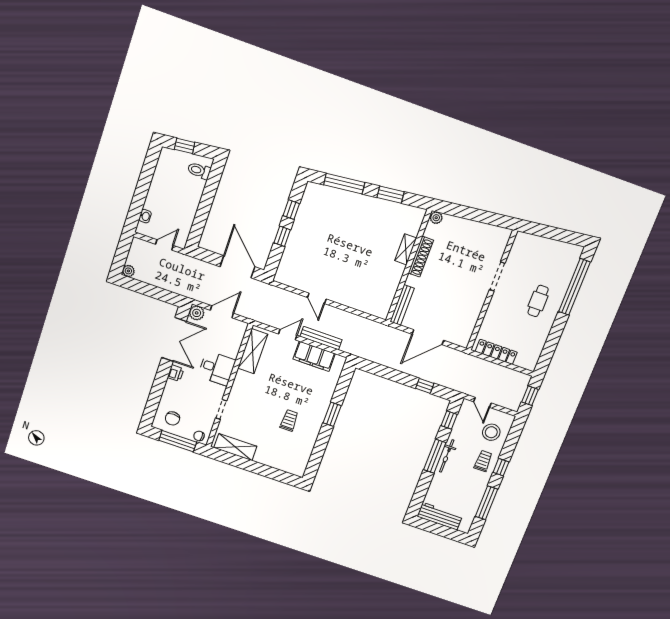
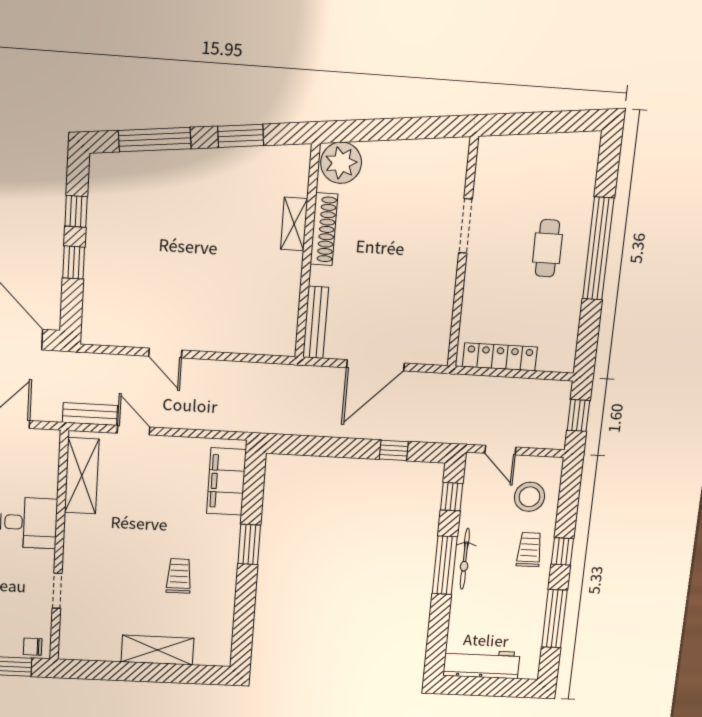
plant: (436, 218) -> (341, 163), width x1.87, depth x1.87
window: (574, 287) -> (598, 249), moved
door: (288, 335) -> (133, 430), hinge flipped
bench: (321, 338) -> (90, 414), moved, width x0.73
filing cabinet: (314, 356) -> (226, 482), moved, turned 90
shelving: (235, 447) -> (157, 650), moved

